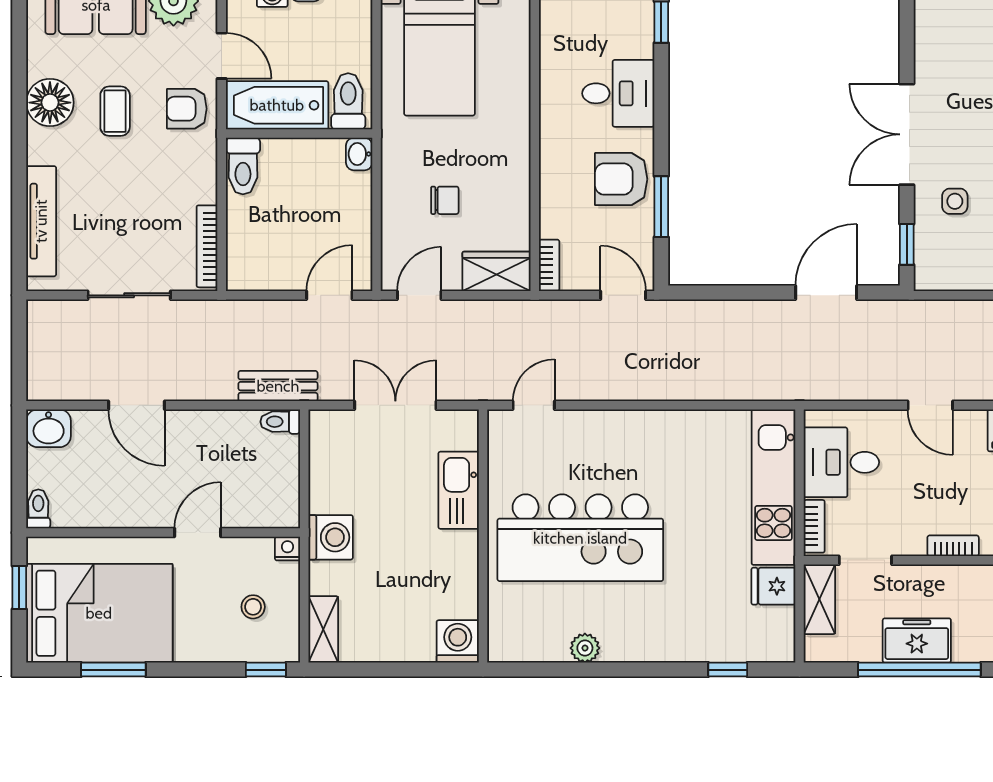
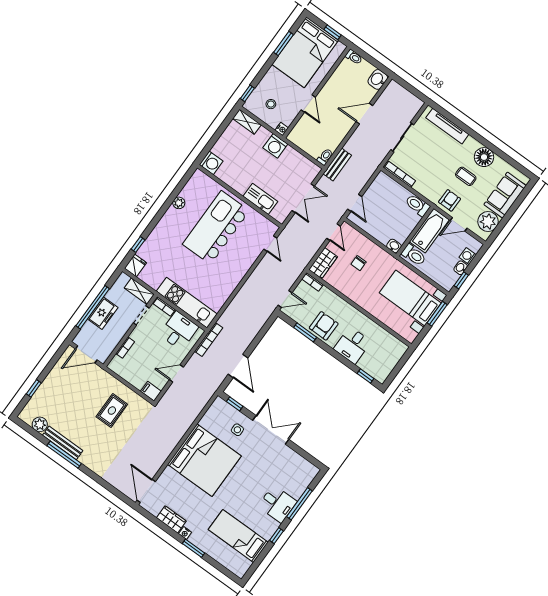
bookcase: (816, 390) -> (209, 339), added
fridge: (773, 586) -> (135, 265), moved

